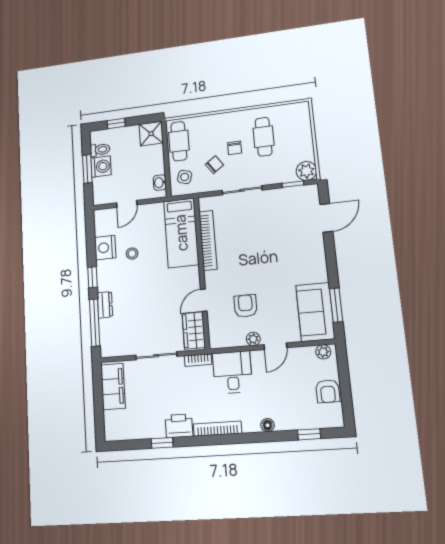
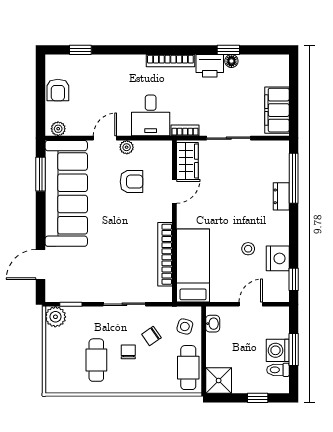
window: (92, 277) -> (294, 279), moved
armchair: (245, 306) -> (132, 182), turned -90
sofa: (315, 312) -> (66, 193), width x1.85, depth x1.27
armchair: (328, 391) -> (58, 90), turned 180
floor lamp: (268, 425) -> (231, 61), moved

